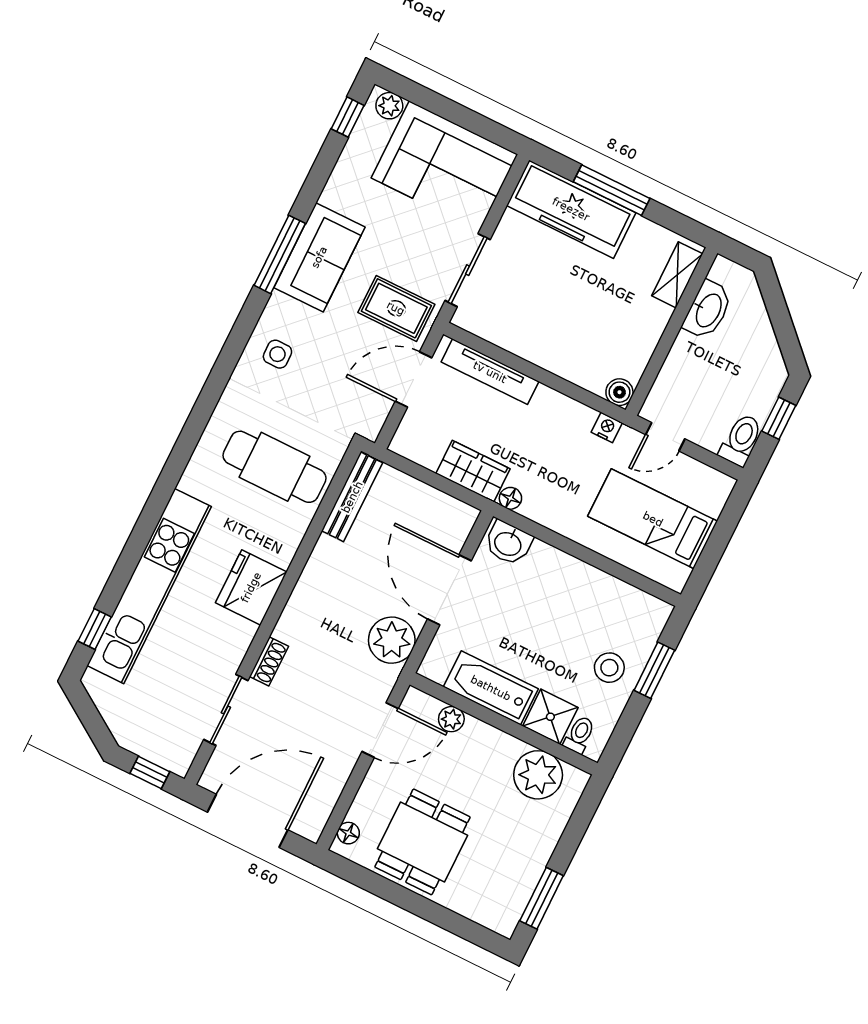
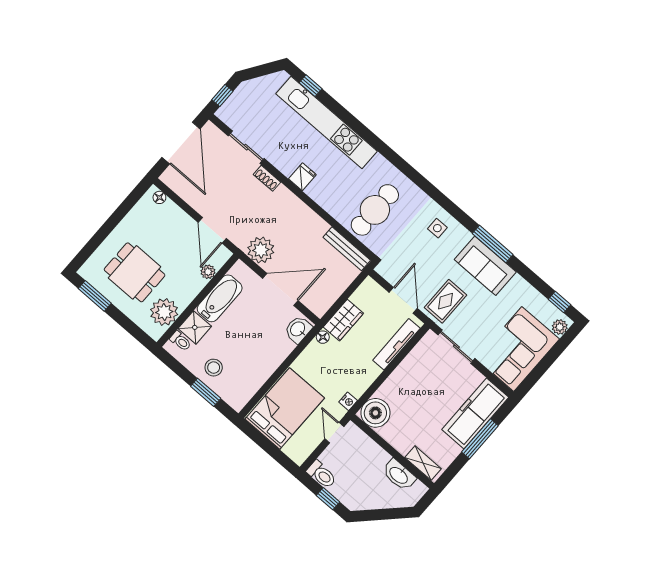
boiler: (619, 392) -> (375, 413), width x1.86, depth x1.86
bed: (653, 519) -> (285, 408), width x1.50
fridge: (251, 587) -> (302, 177), width x0.53, depth x0.75
dining table: (422, 842) -> (135, 272), moved

